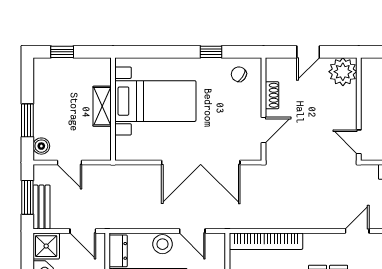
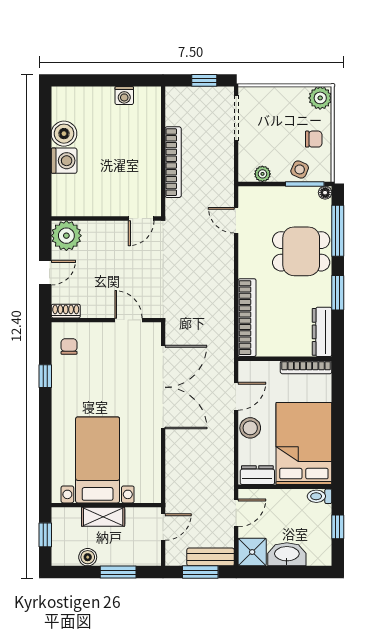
door: (308, 52) -> (45, 273), hinge flipped
chair: (239, 74) -> (69, 347), turned 145
shoe rack: (272, 95) -> (66, 311), moved
bed with nightstands: (155, 101) -> (98, 460), moved
shelving: (102, 106) -> (103, 517), moved
wall: (113, 109) -> (106, 505), moved
boiler: (41, 146) -> (88, 557), moved

